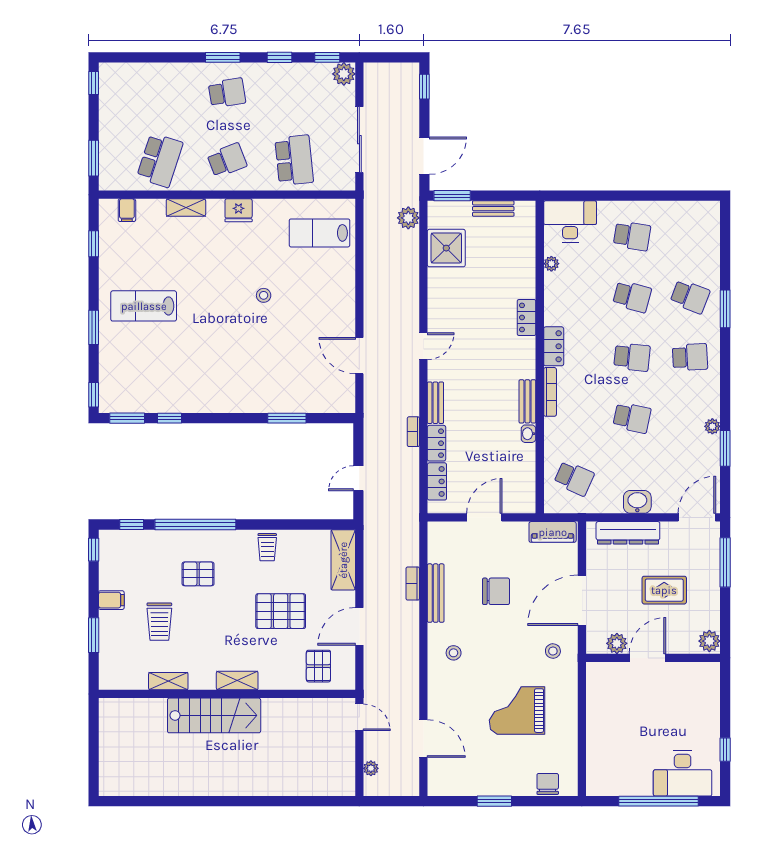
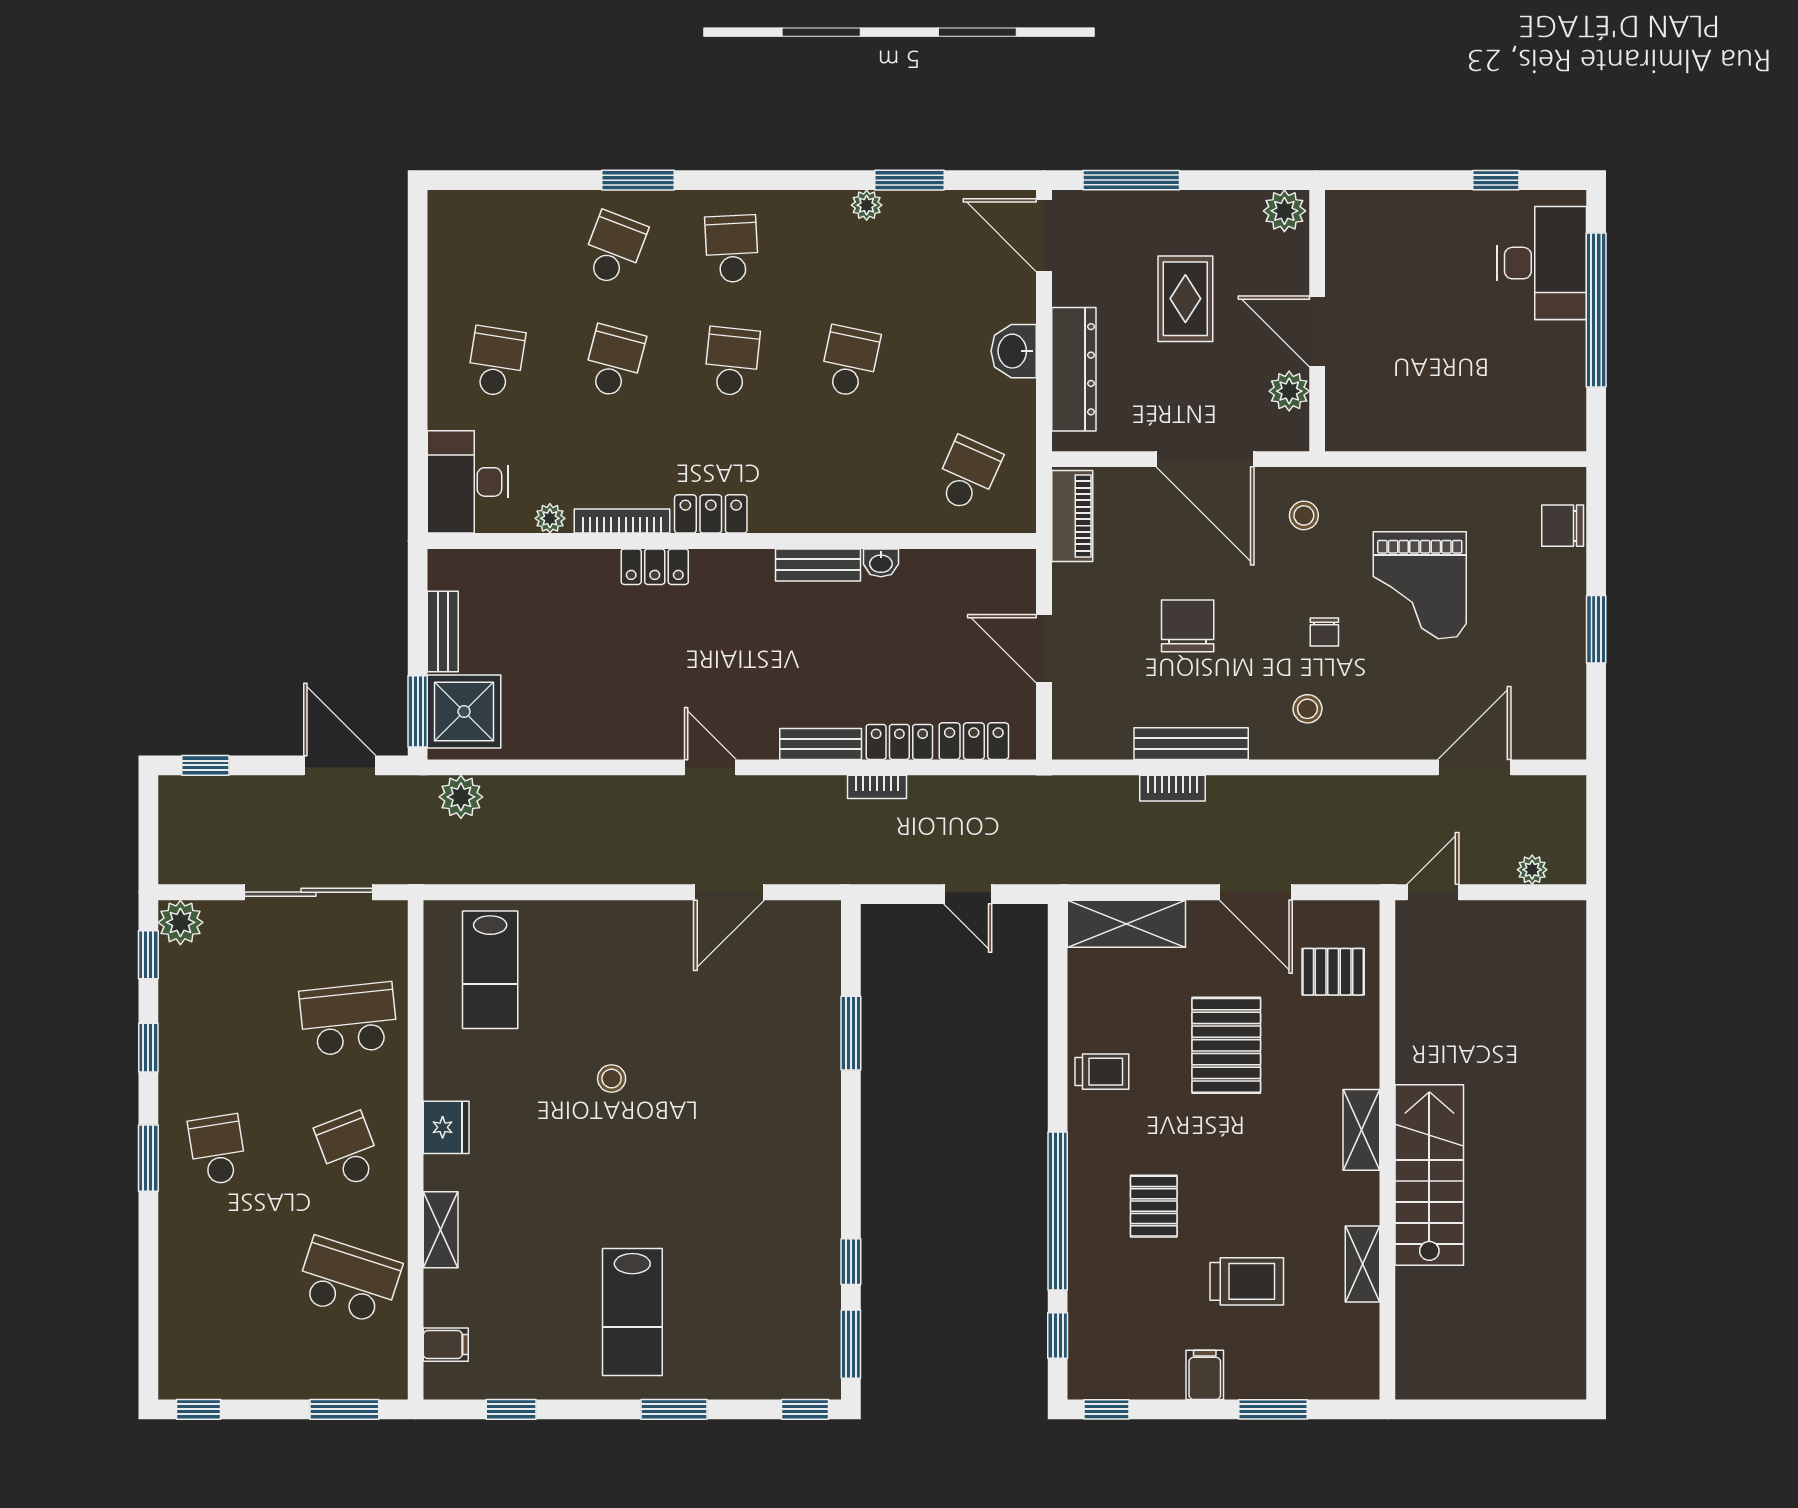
shower: (446, 248) -> (464, 712), moved
bookcase: (550, 392) -> (622, 521), moved
chair: (493, 662) -> (1324, 632), added

